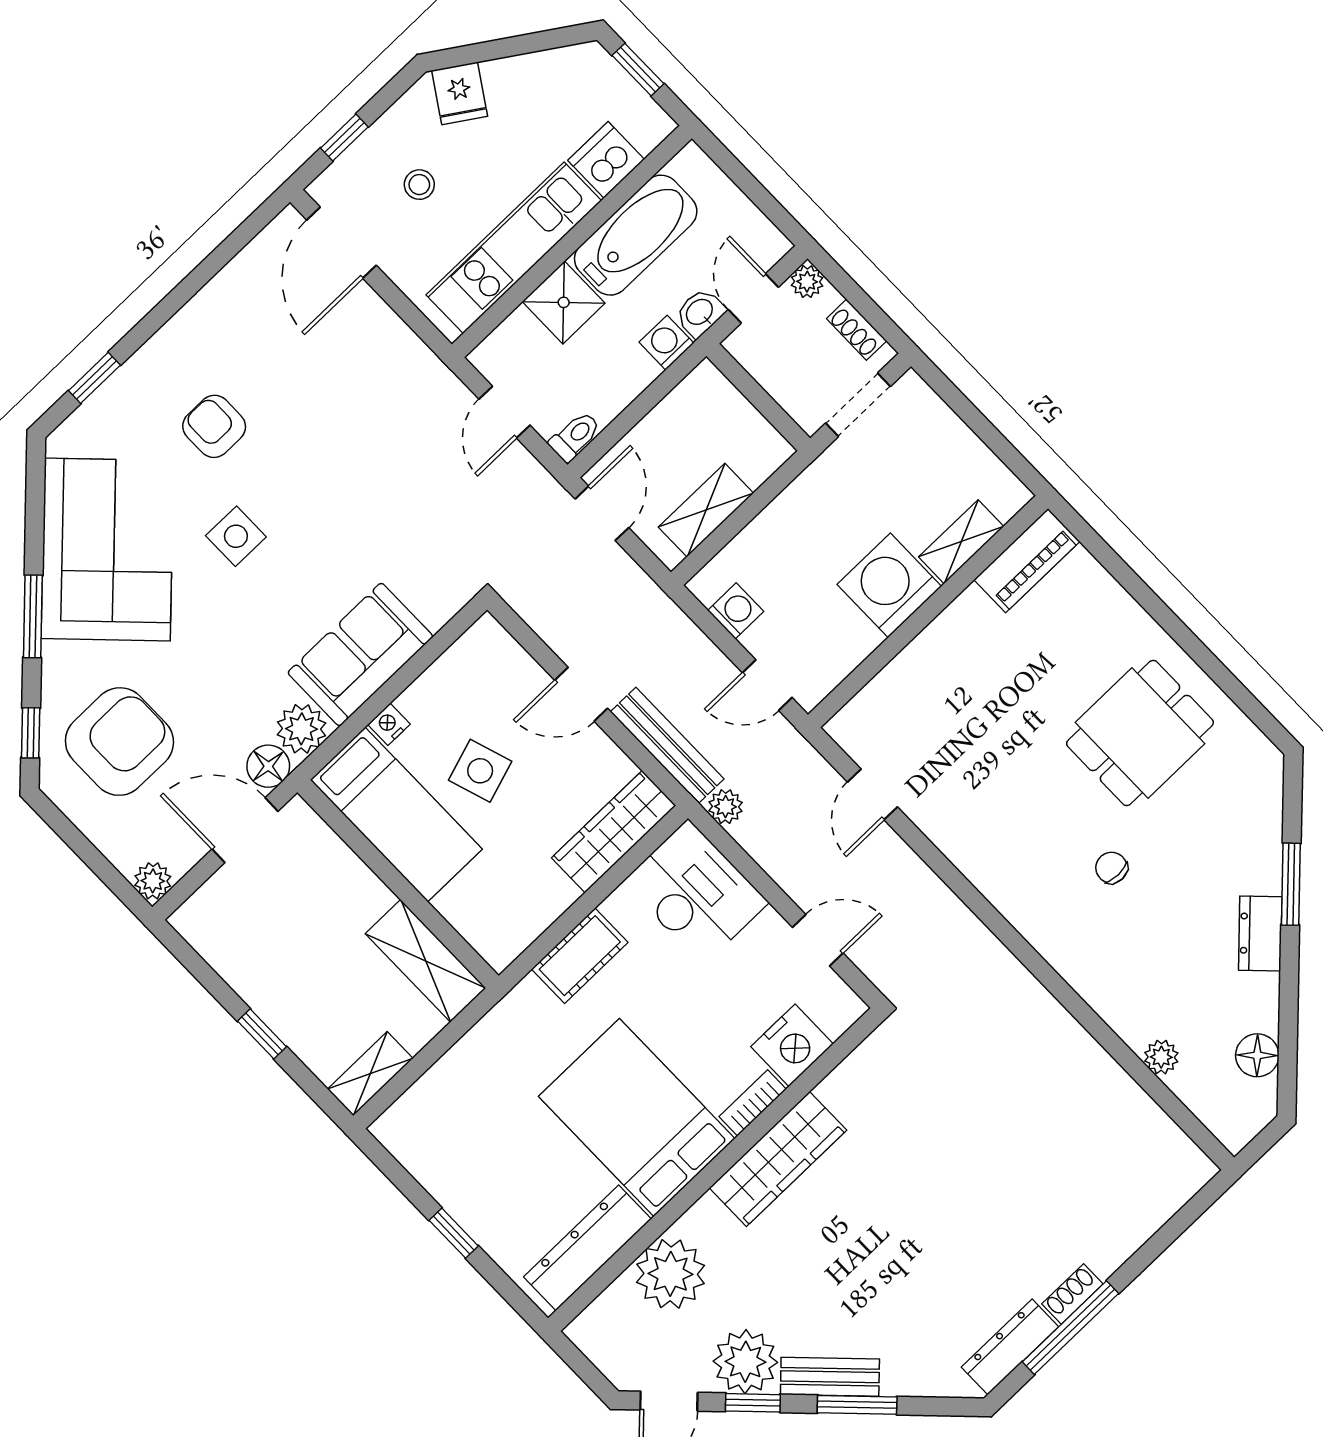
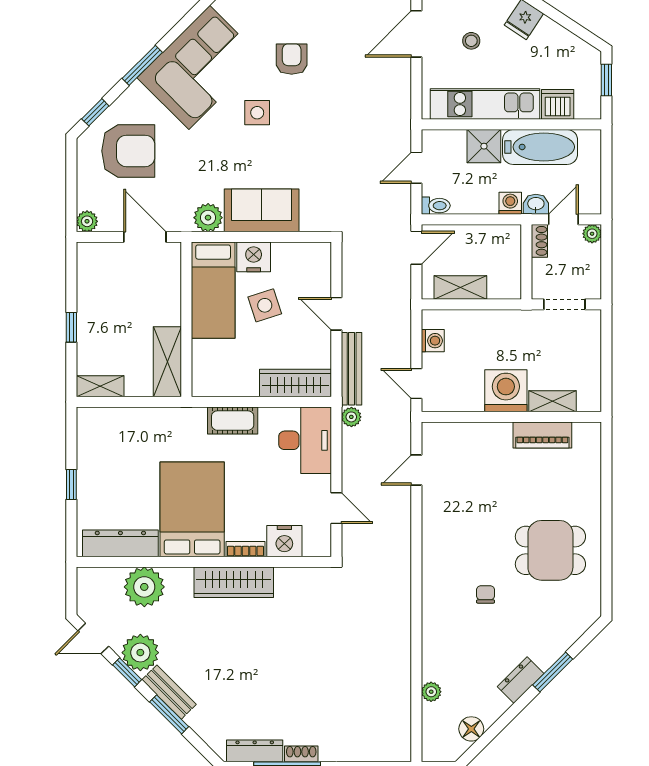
shoe rack: (857, 330) -> (539, 241), moved, turned 180
piano: (1027, 561) -> (542, 435), moved
nightstand: (389, 724) -> (254, 257), width x1.89, depth x1.79
floor lamp: (268, 766) -> (180, 220), removed

